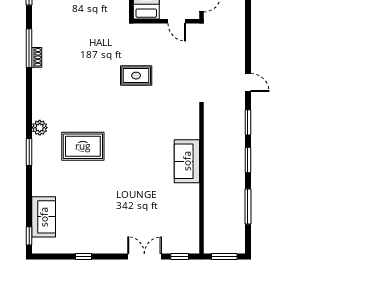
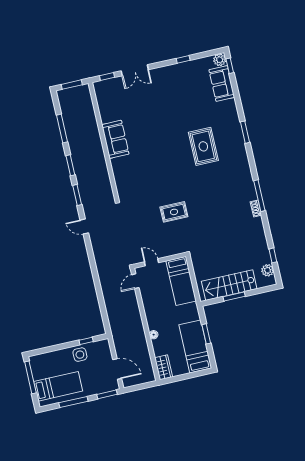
window: (29, 48) -> (259, 196), moved
plant: (40, 128) -> (220, 60), moved
rug: (83, 146) -> (203, 146), turned 90
sofa: (187, 161) -> (115, 139), moved

